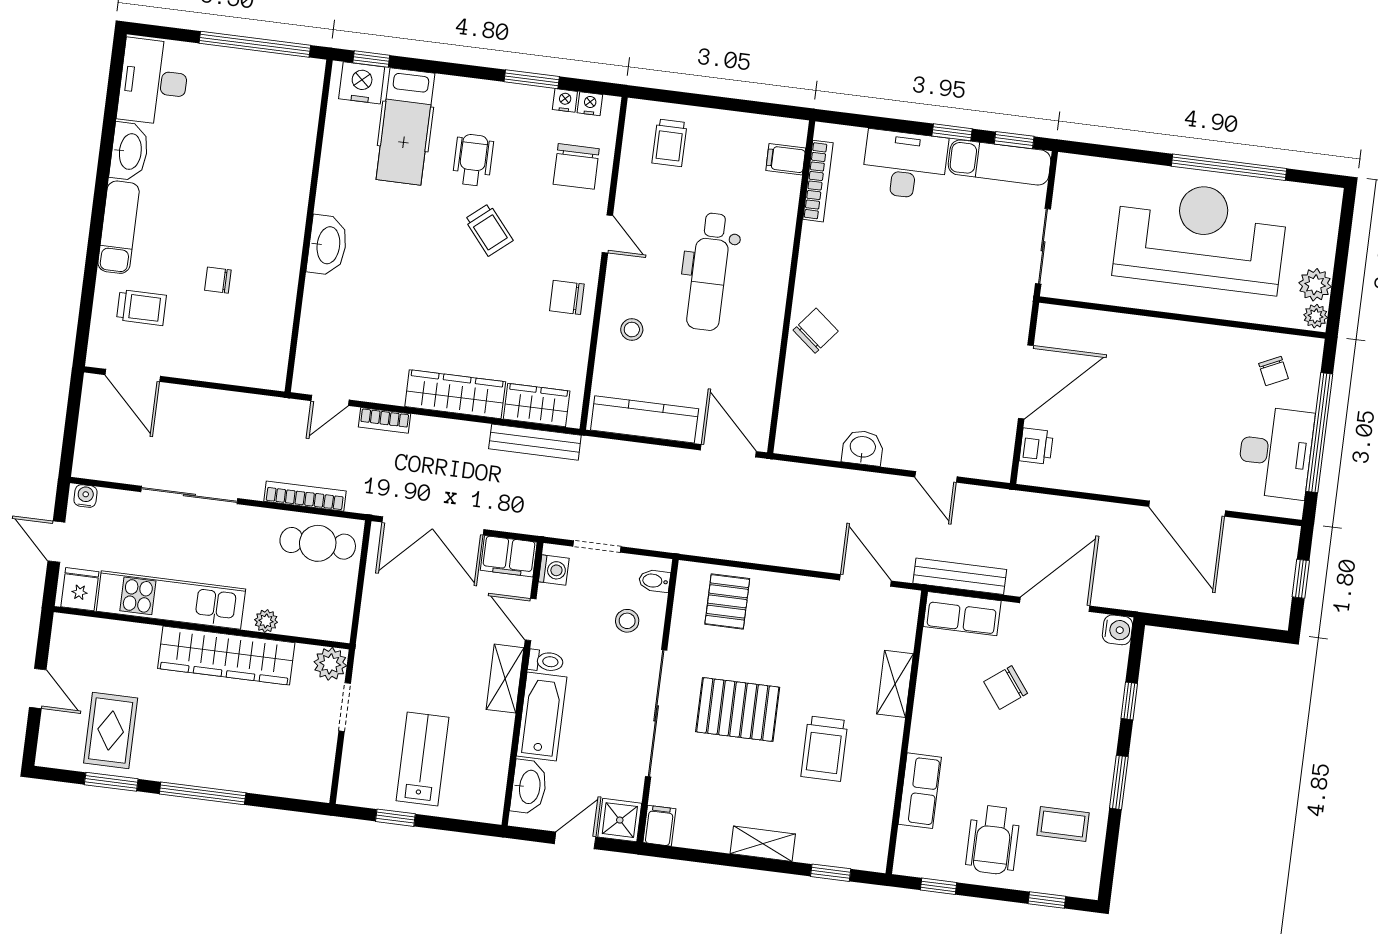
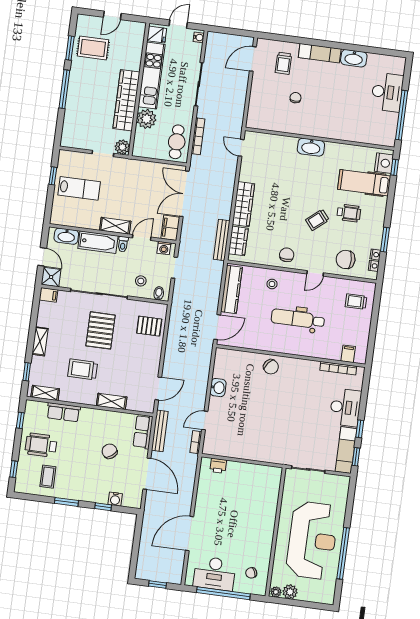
desk: (153, 82) -> (387, 92), moved, turned 90
door: (1026, 382) -> (247, 461), removed
bookcase: (384, 420) -> (196, 442), moved
plant: (266, 621) -> (146, 119), width x1.88, depth x1.88
water cooler: (1117, 630) -> (115, 499), moved
shelving: (877, 831) -> (45, 393), added

